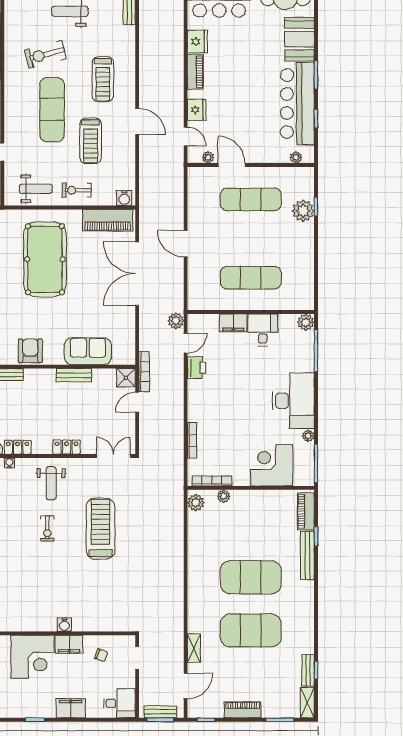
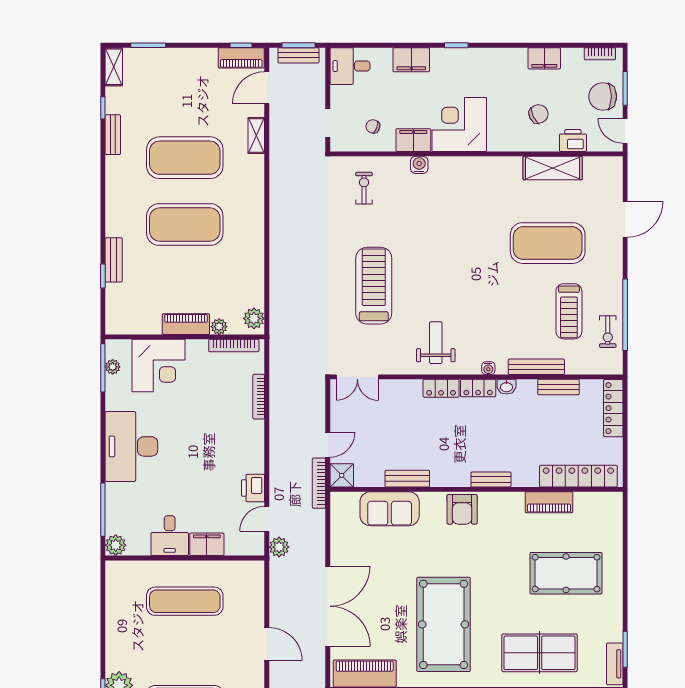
plant: (308, 436) -> (113, 367), moved
locker: (67, 447) -> (441, 388), moved
piano: (306, 511) -> (186, 324), moved, turned -90
exercise bike: (47, 529) -> (364, 188), moved
treadmill: (100, 529) -> (374, 286), turned 180
bench: (307, 556) -> (114, 260), width x0.73
bench: (308, 670) -> (113, 135), moved
piano: (243, 710) -> (241, 58), moved

